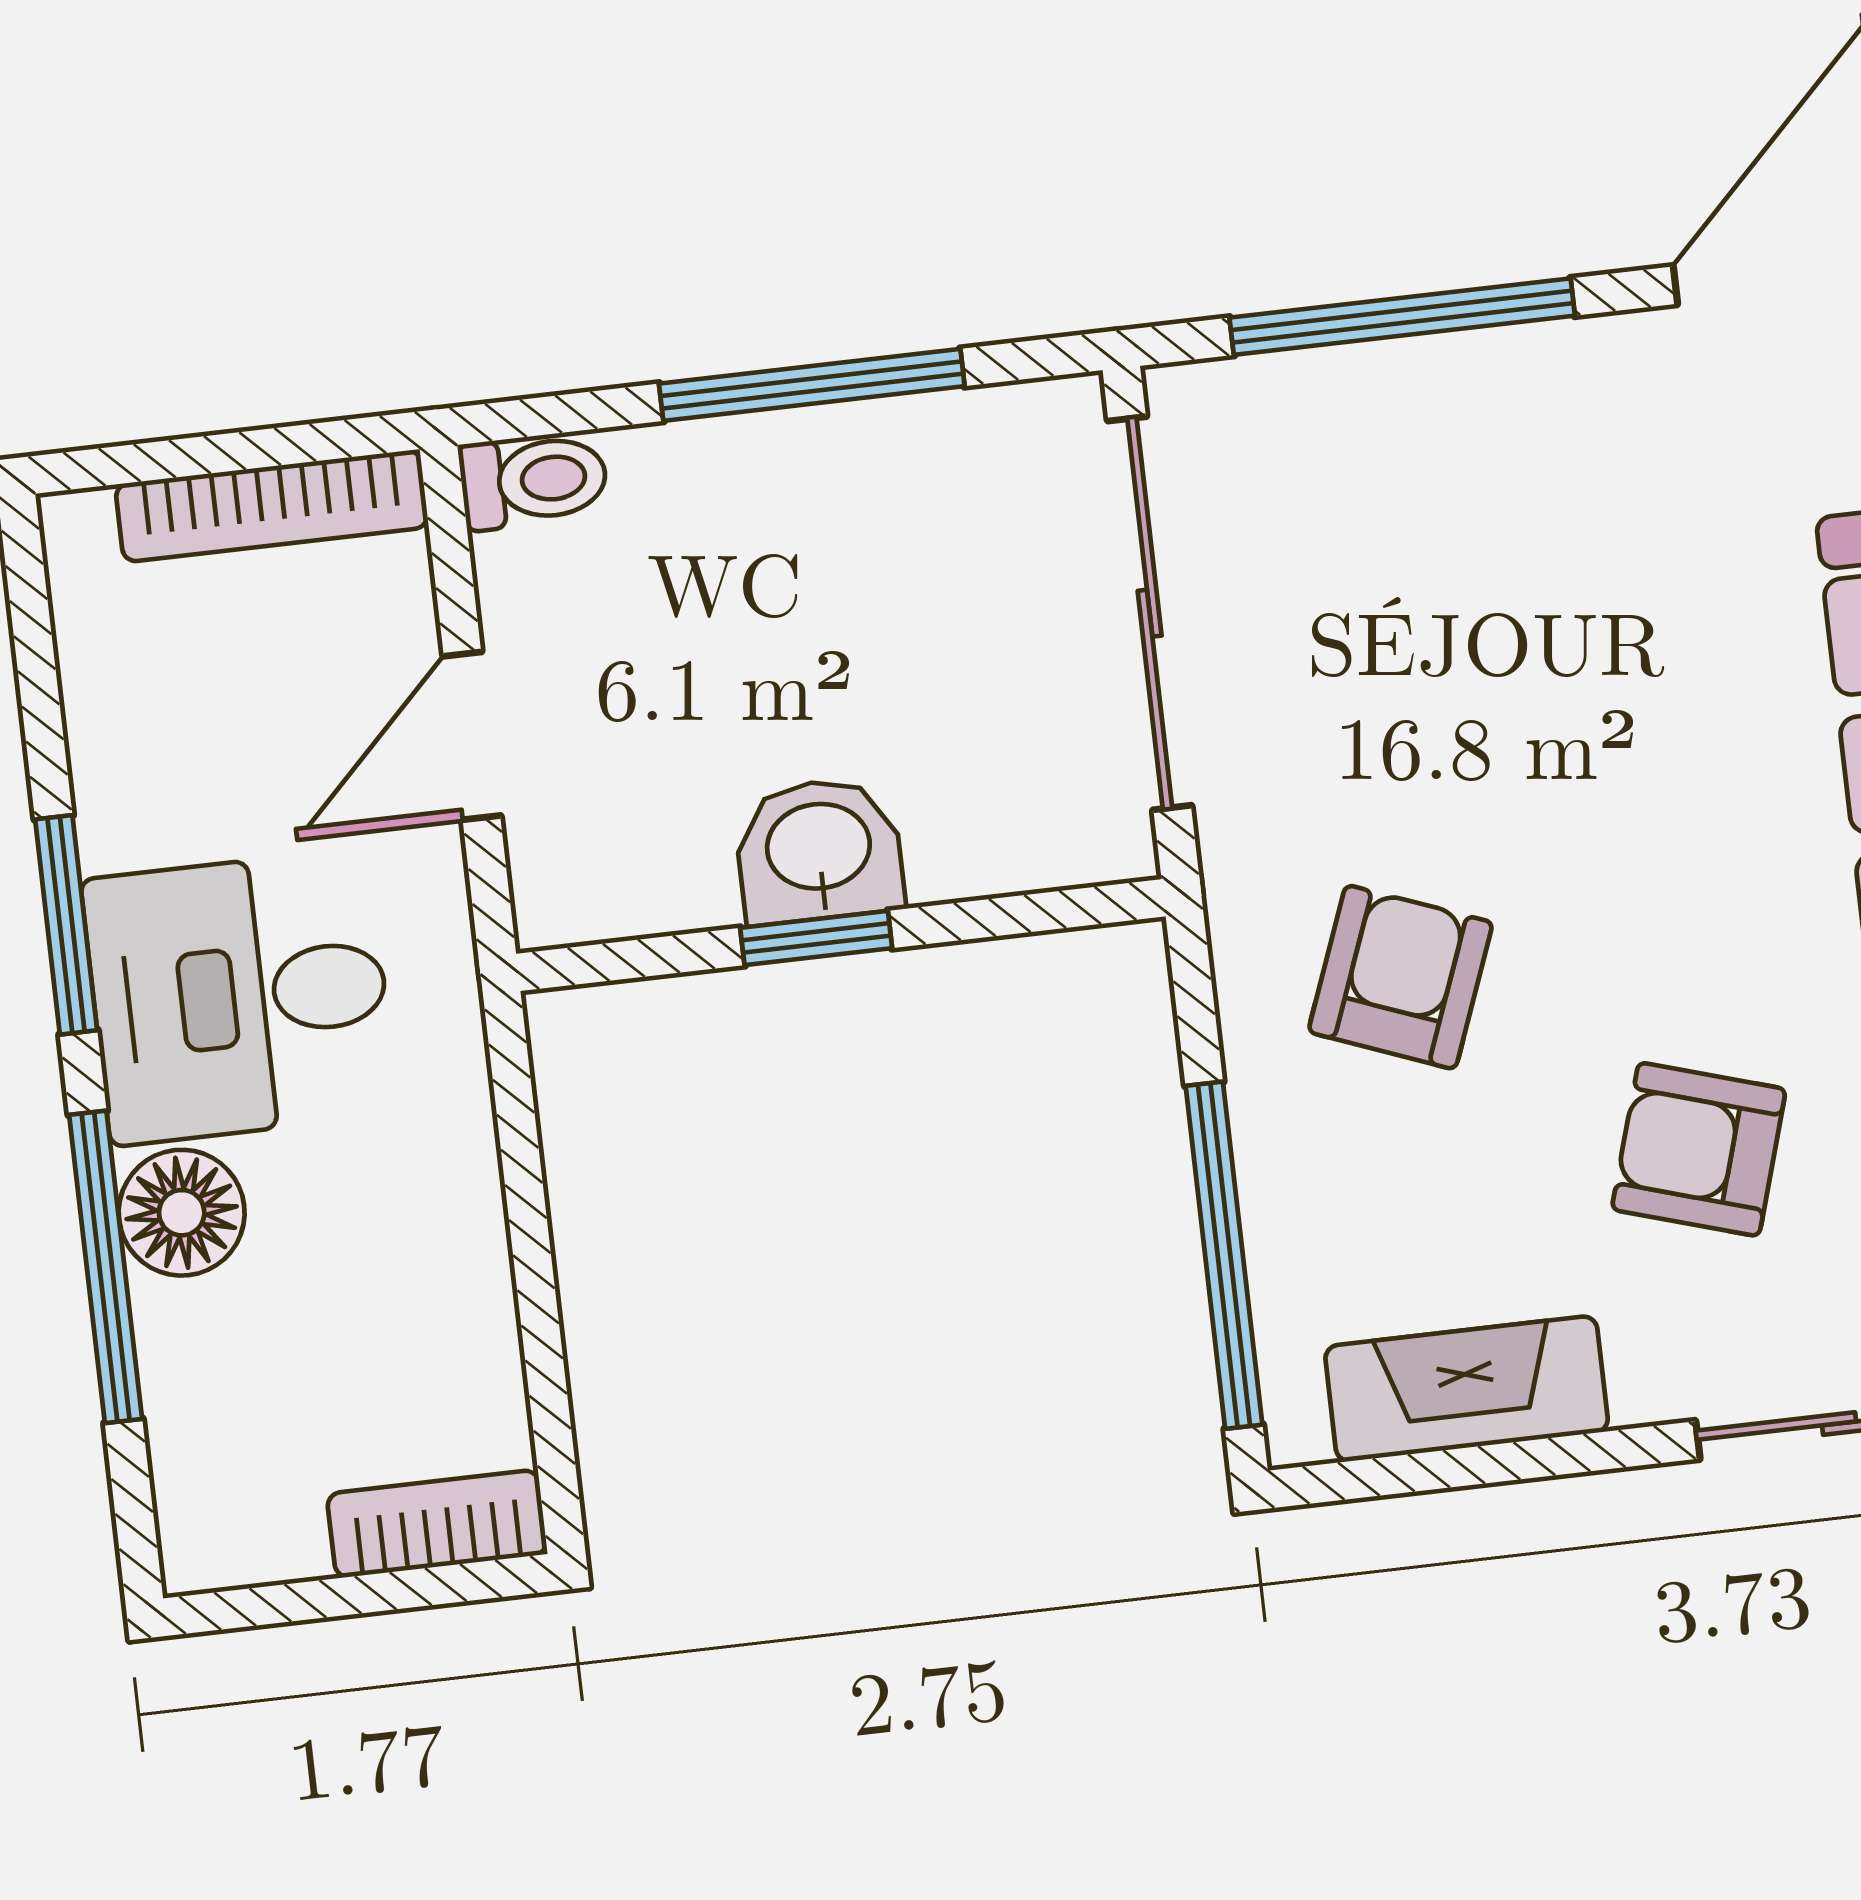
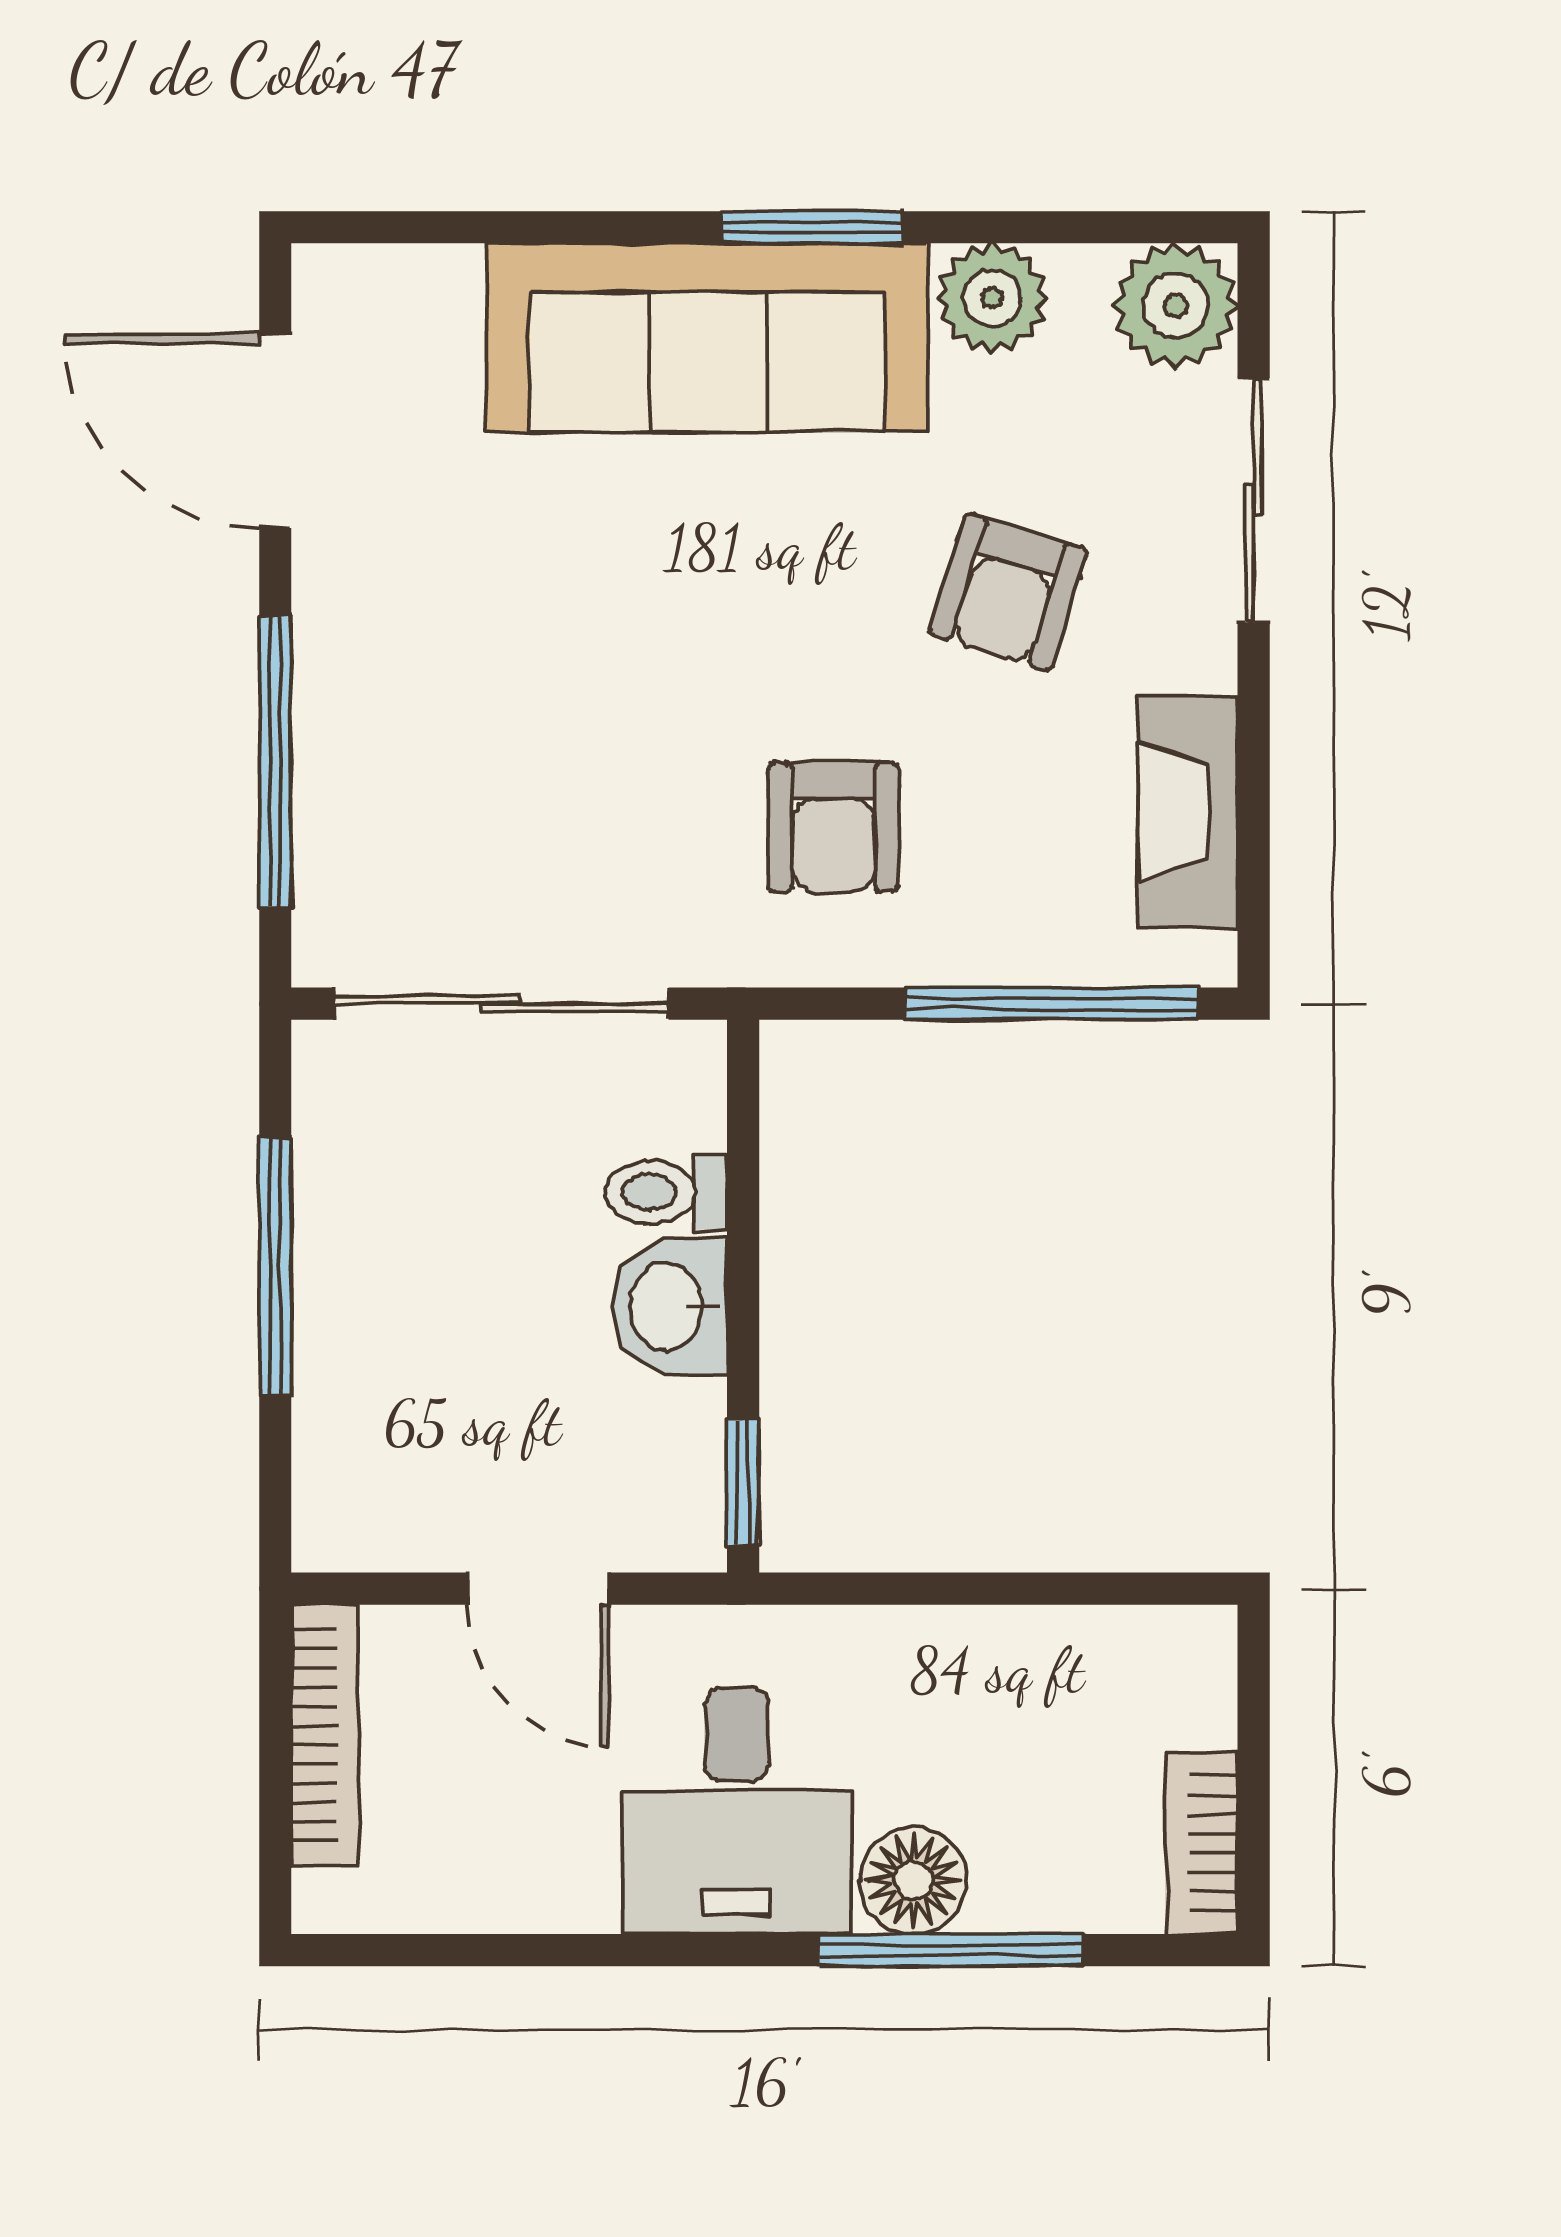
toilet: (534, 480) -> (666, 1192), moved, turned -90
window: (66, 925) -> (659, 1950), removed
window: (816, 938) -> (743, 1482), moved
armchair: (1400, 977) -> (833, 827), turned -111
bookcase: (437, 1524) -> (1201, 1844), moved

